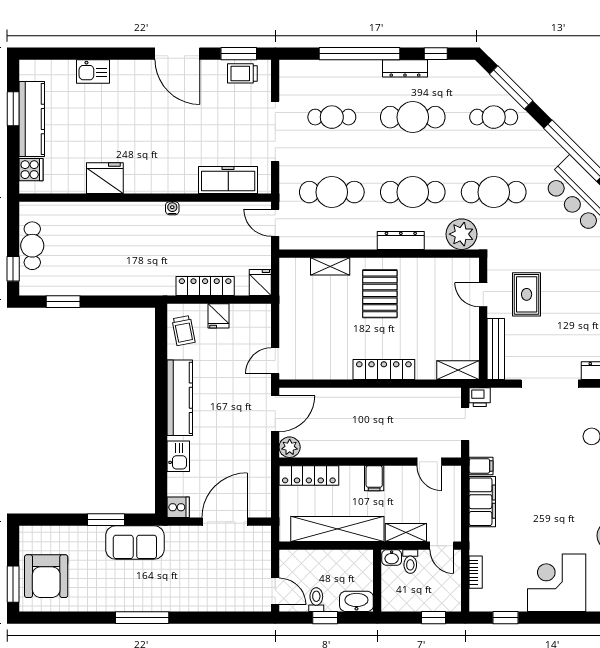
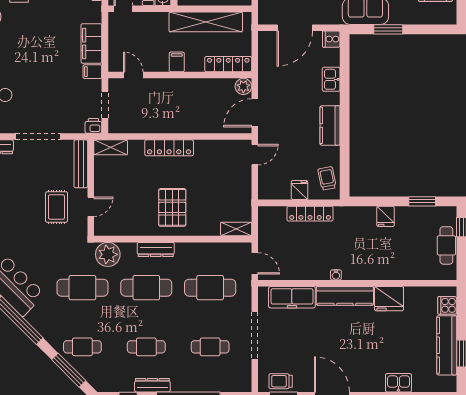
trolley: (242, 73) -> (281, 381), turned 180
cafe table: (413, 117) -> (146, 347), width x0.73, depth x0.74
kitchen counter: (161, 182) -> (345, 296), added
shelving: (330, 266) -> (236, 229), moved
fridge: (260, 283) -> (386, 216), moved
door: (483, 295) -> (91, 207), hinge flipped
kitchen counter: (180, 398) -> (330, 125), width x0.67
shelving: (406, 532) -> (152, 19), removed

